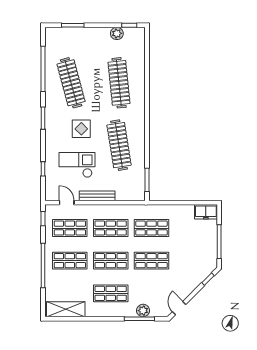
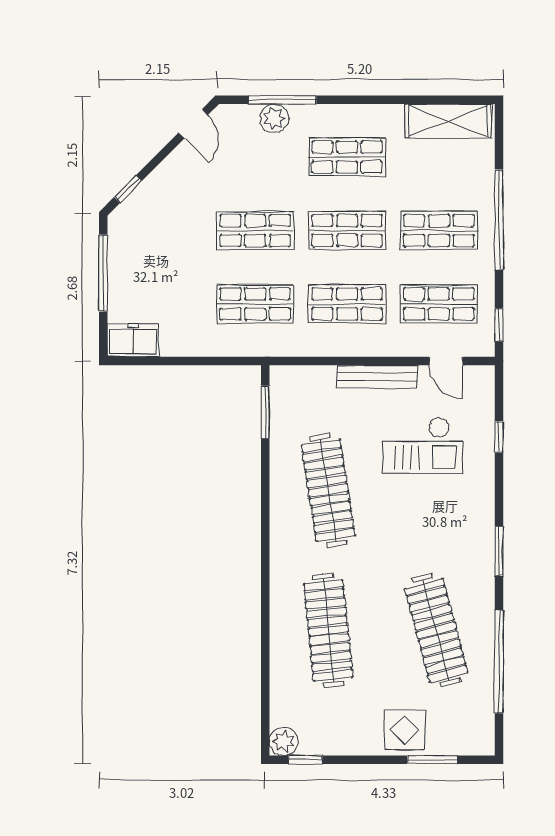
plant: (117, 33) -> (284, 741), moved
display table: (81, 129) -> (405, 730), moved

